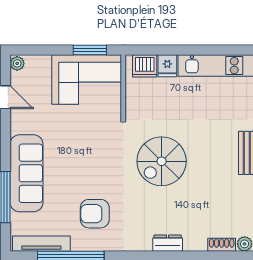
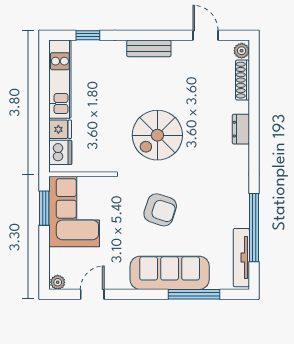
spiral stairs: (162, 161) -> (157, 135), turned 90
armchair: (95, 214) -> (160, 210), moved, turned -72
shoe rack: (222, 245) -> (242, 80), width x1.43

